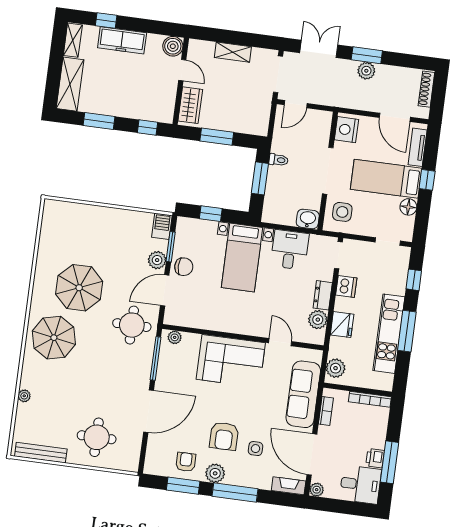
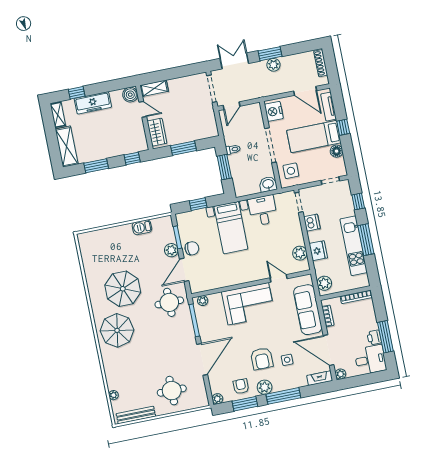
shelving: (233, 52) -> (154, 88), moved
barbecue: (162, 226) -> (142, 227), moved, turned -90
dresser: (323, 295) -> (297, 235), removed
plant: (24, 396) -> (114, 395), moved
plant: (151, 467) -> (217, 399), added

